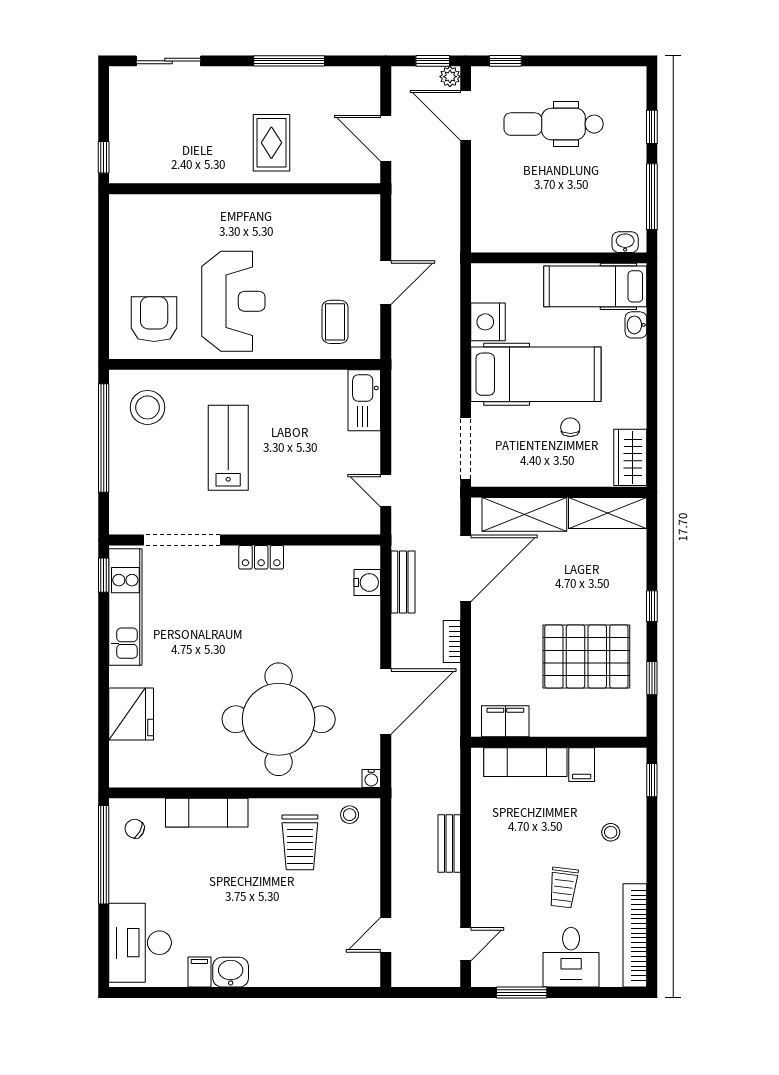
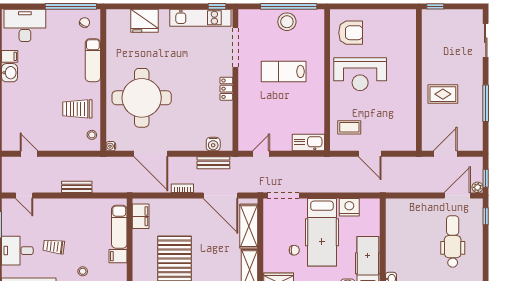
stool: (148, 407) -> (287, 22), moved
lab bench: (228, 448) -> (284, 71), turned 180

